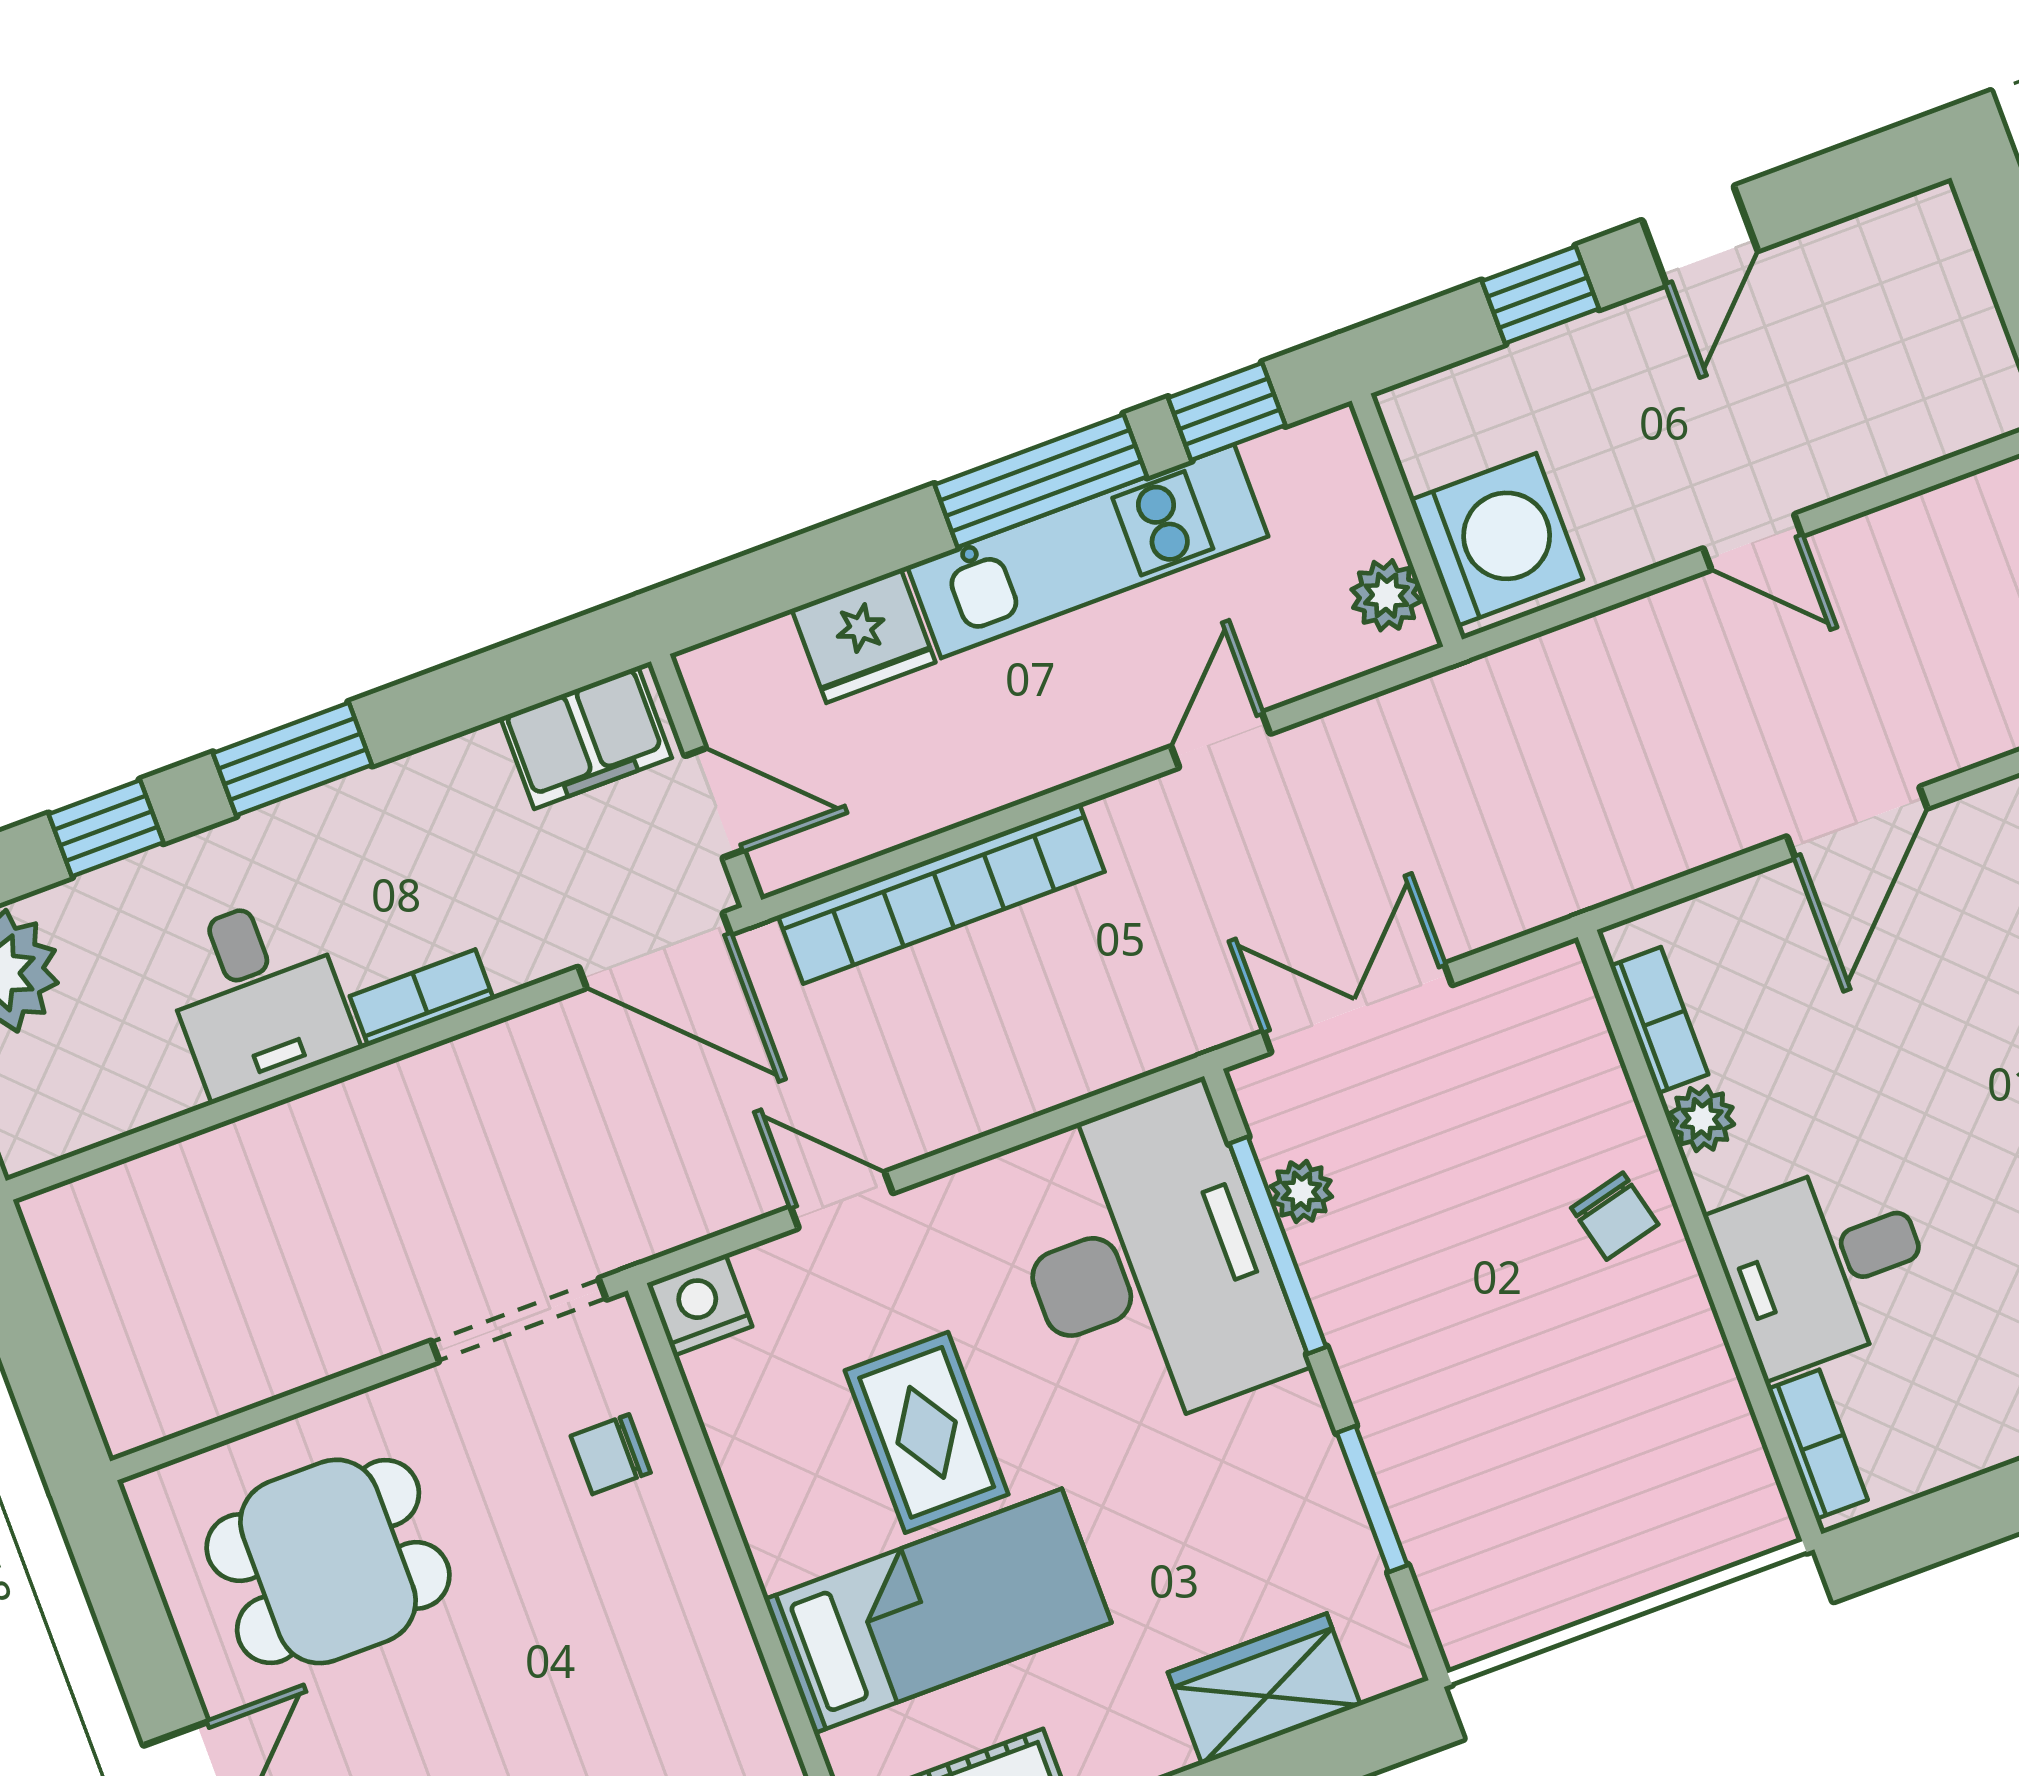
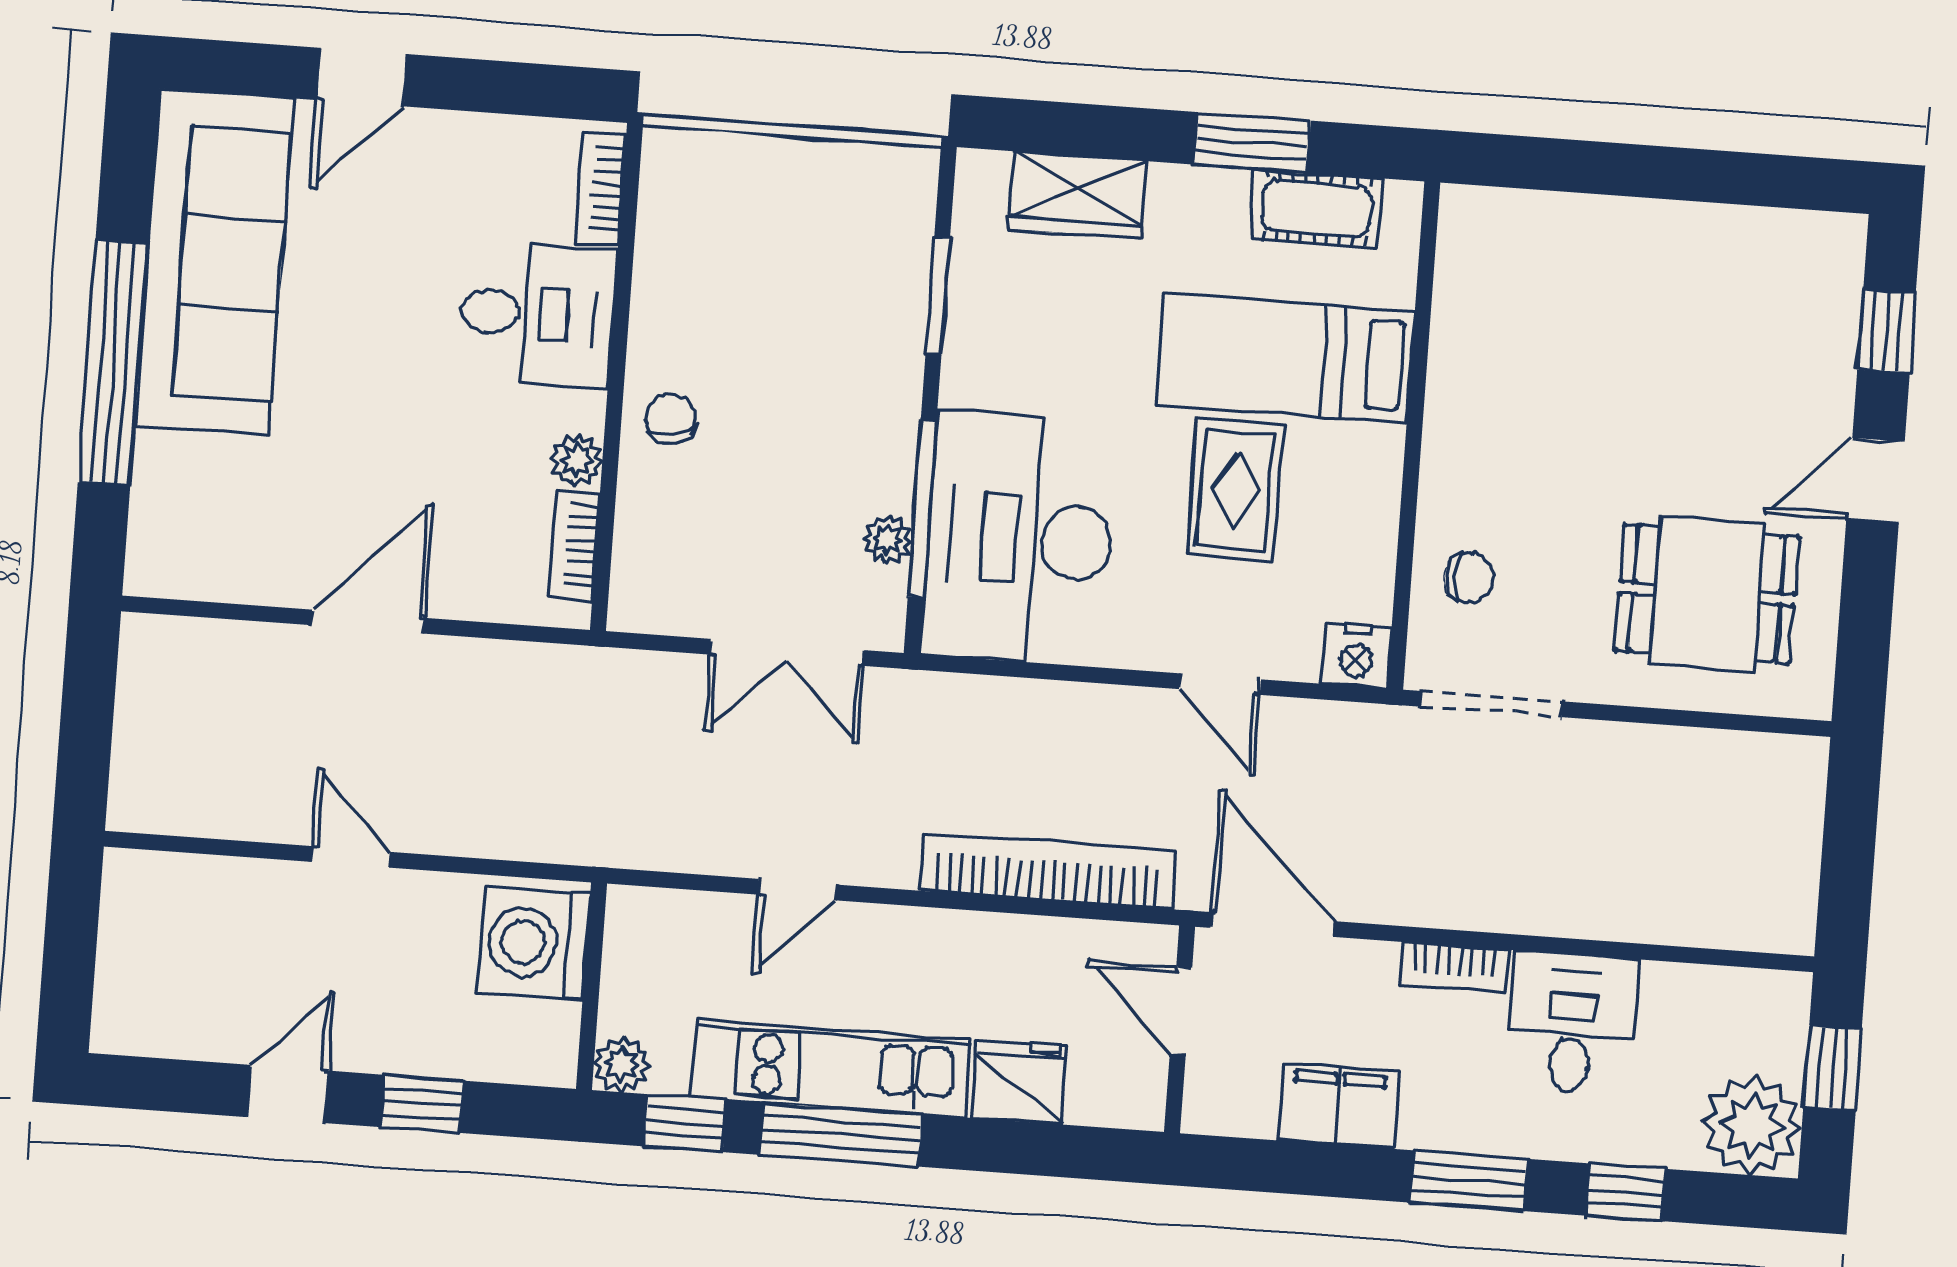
plant: (1386, 595) -> (622, 1064), moved
filing cabinet: (586, 738) -> (1339, 1106), moved

